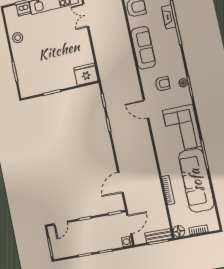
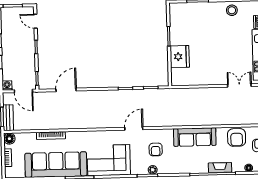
fridge: (86, 74) -> (180, 57), moved
door: (121, 183) -> (66, 90), hinge flipped

